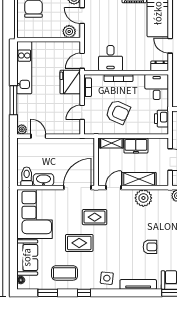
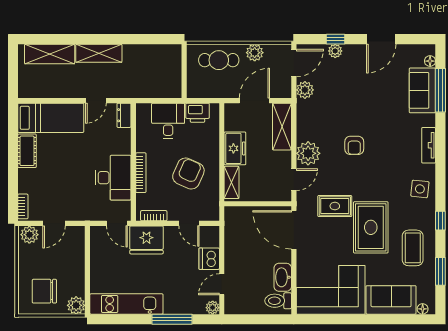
plant: (69, 32) -> (76, 305), moved
desk: (111, 58) -> (113, 178), width x1.37
desk: (157, 87) -> (168, 121), moved, turned 90
dishwasher: (57, 127) -> (209, 259), added
shelving: (139, 179) -> (282, 127), moved
door: (113, 188) -> (294, 180), swing flipped
plant: (143, 198) -> (308, 153), moved
rug: (95, 217) -> (335, 206), turned 90
rug: (79, 243) -> (371, 227), width x1.36, depth x1.43
armchair: (150, 247) -> (354, 145), moved, turned 180
tv unit: (138, 284) -> (429, 145), width x0.71

